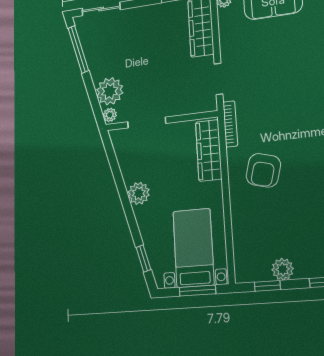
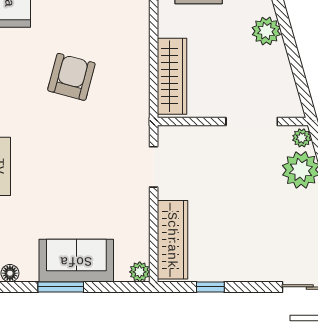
bookcase: (230, 124) -> (142, 107), removed
armchair: (263, 170) -> (71, 77), moved

